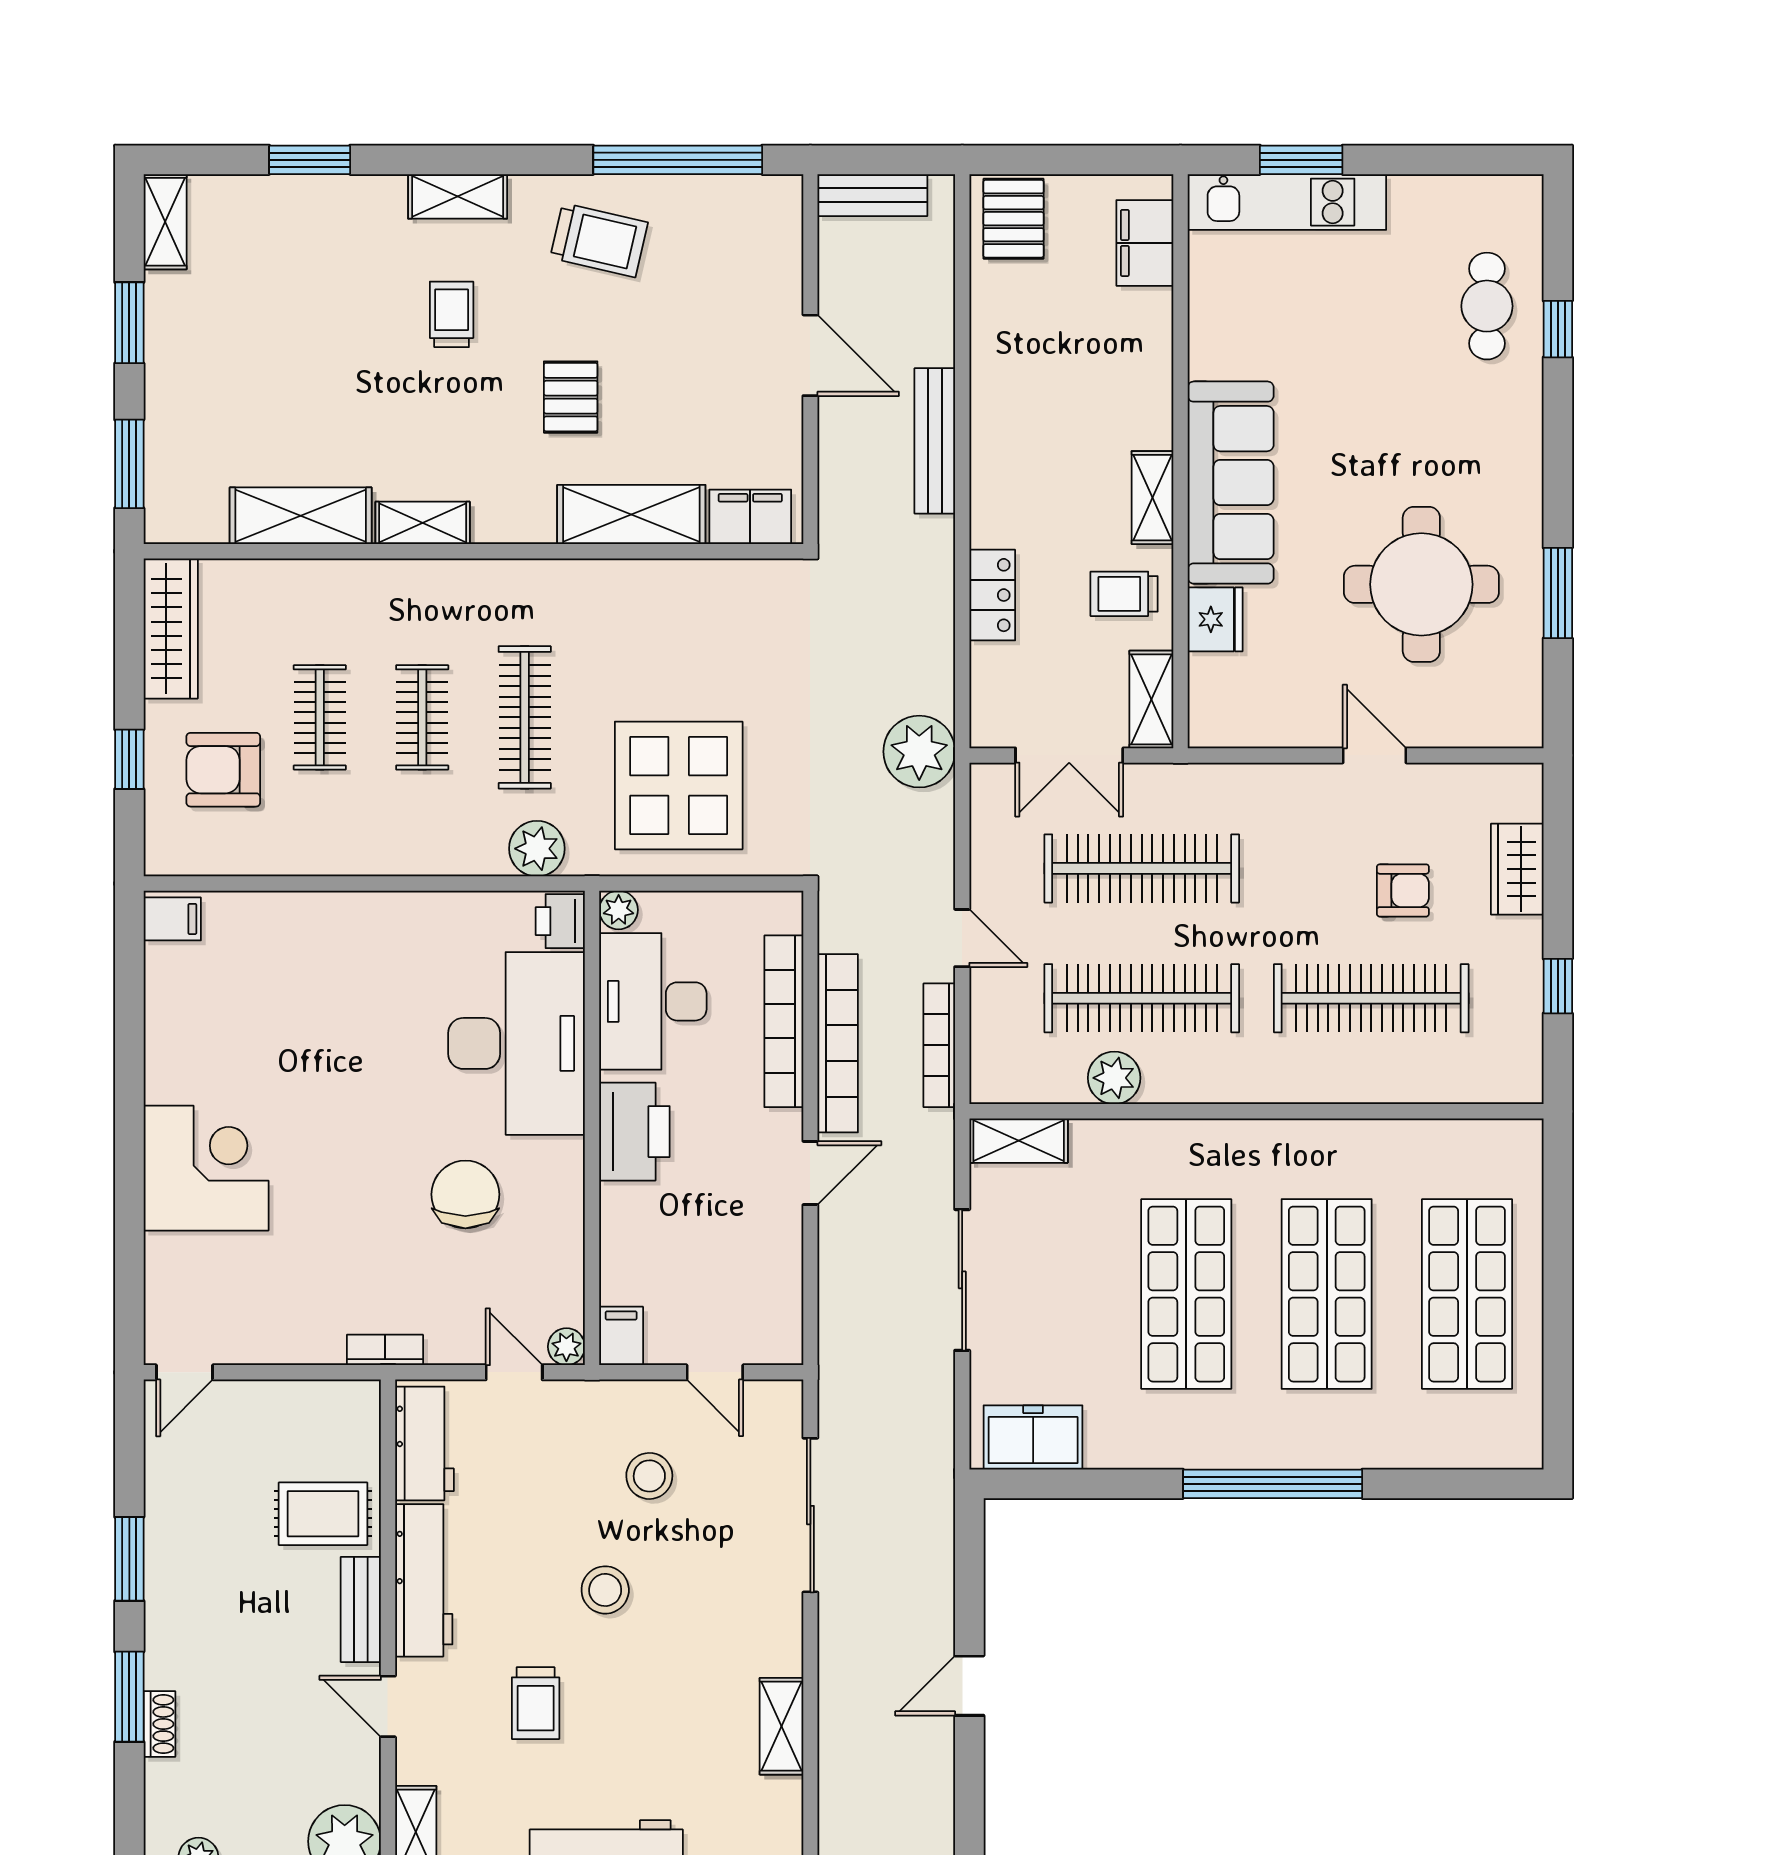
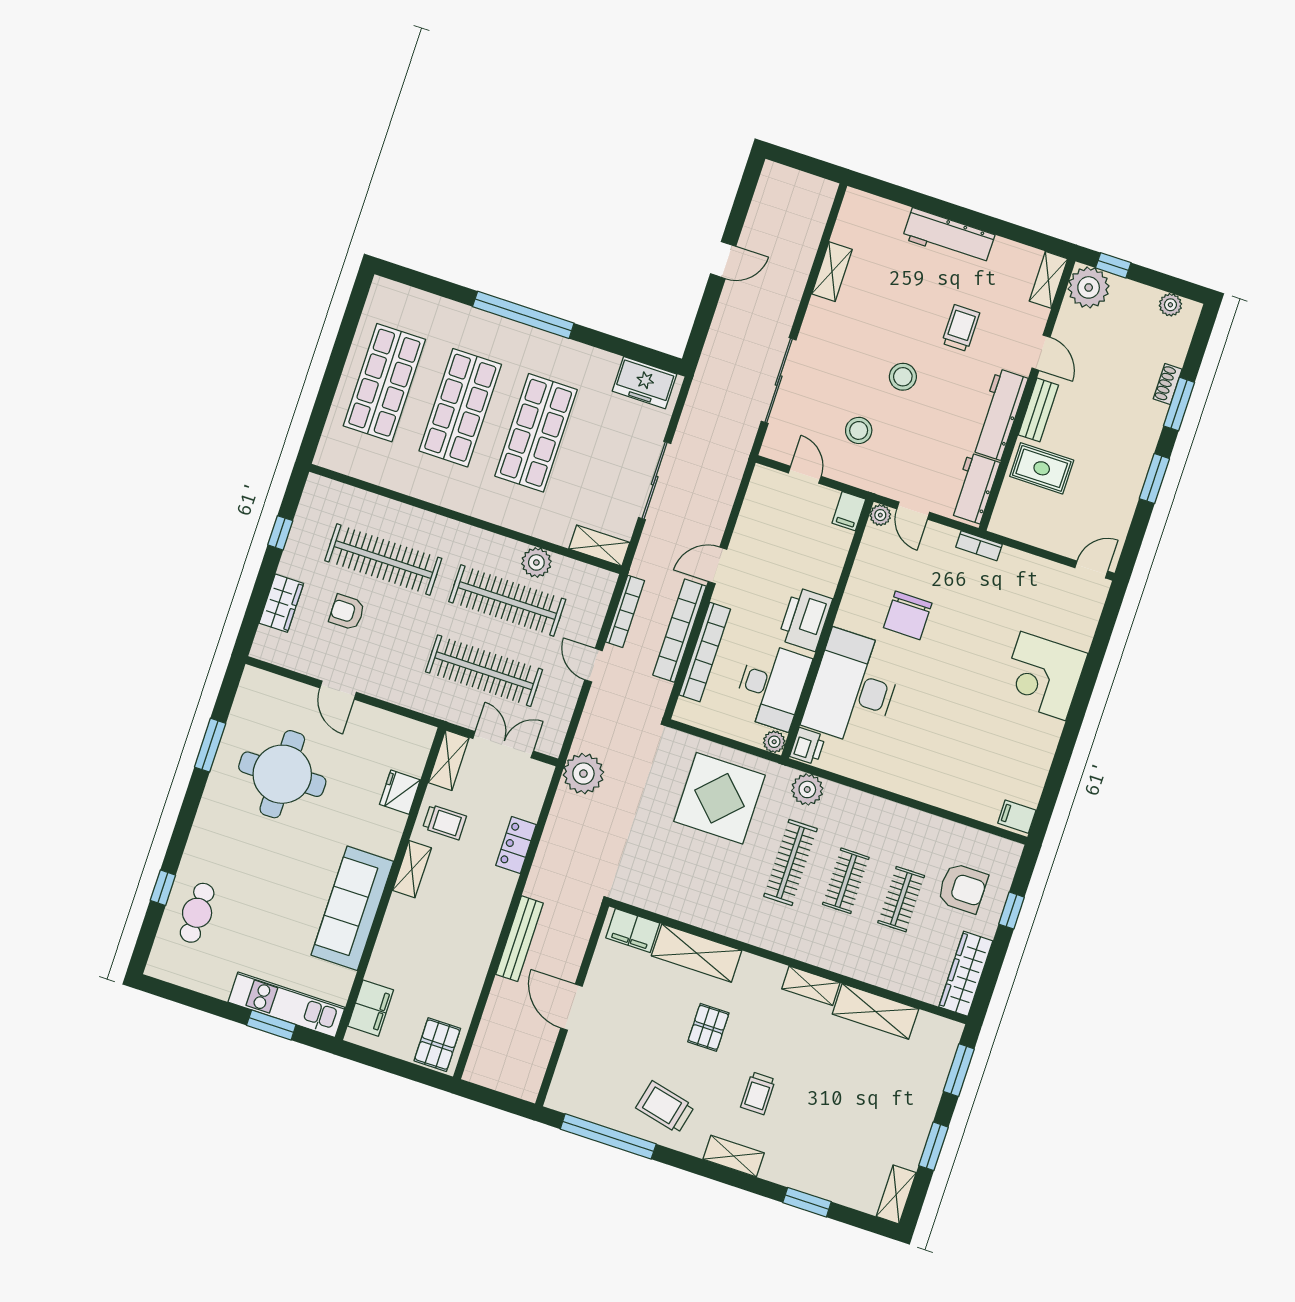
bench: (872, 195) -> (509, 1083), removed
sofa: (1231, 483) -> (352, 908), moved

